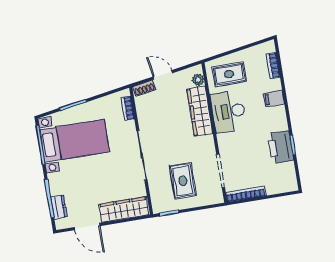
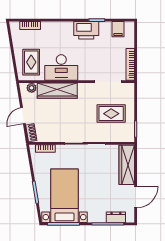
filing cabinet: (274, 99) -> (118, 29), moved
printer: (280, 147) -> (86, 30), moved

